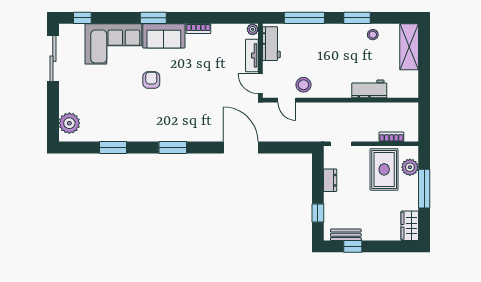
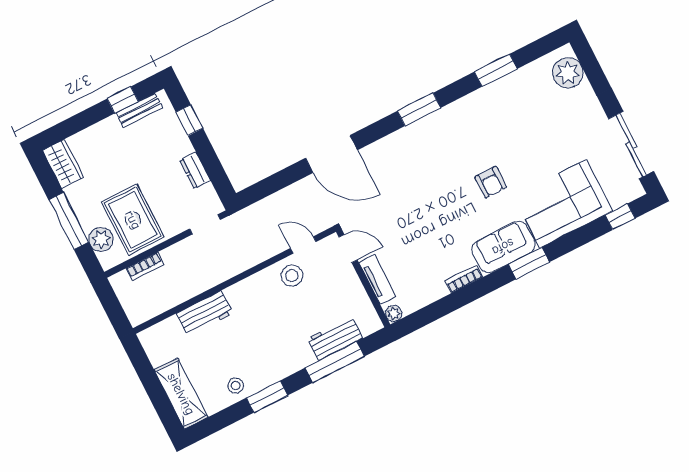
workbench: (271, 44) -> (335, 338), moved, turned 90

